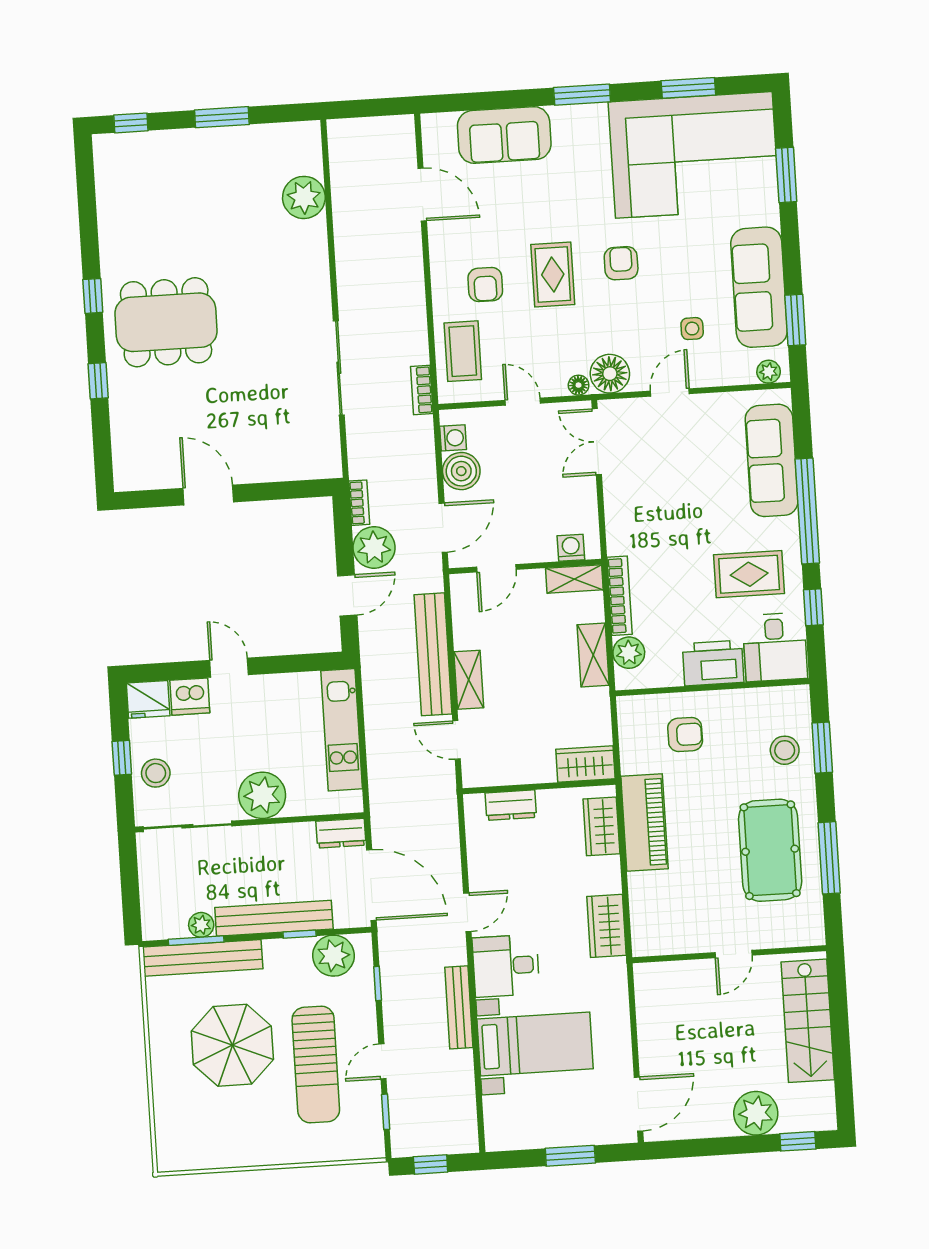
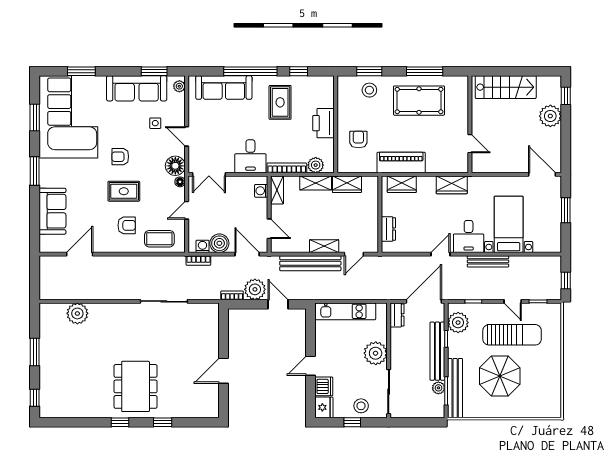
bookcase: (422, 390) -> (198, 260), moved
desk: (775, 647) -> (250, 156), moved, turned 90
wardrobe: (585, 764) -> (347, 184), moved, turned -90
door: (467, 912) -> (441, 254), hinge flipped
door: (734, 954) -> (470, 144), moved

